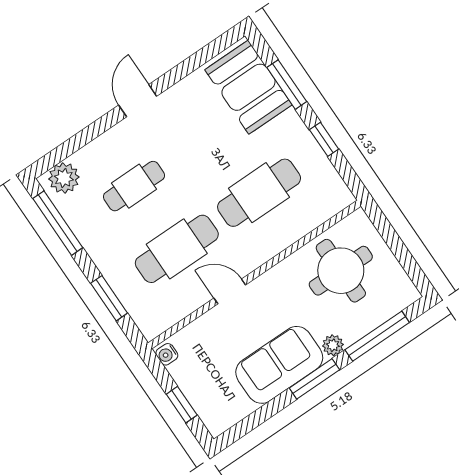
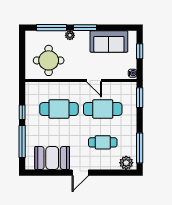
window: (287, 85) -> (22, 141), width x1.44
booth: (248, 87) -> (52, 158), moved, turned 90
window: (109, 298) -> (140, 98), moved
sofa: (279, 365) -> (109, 41), moved

